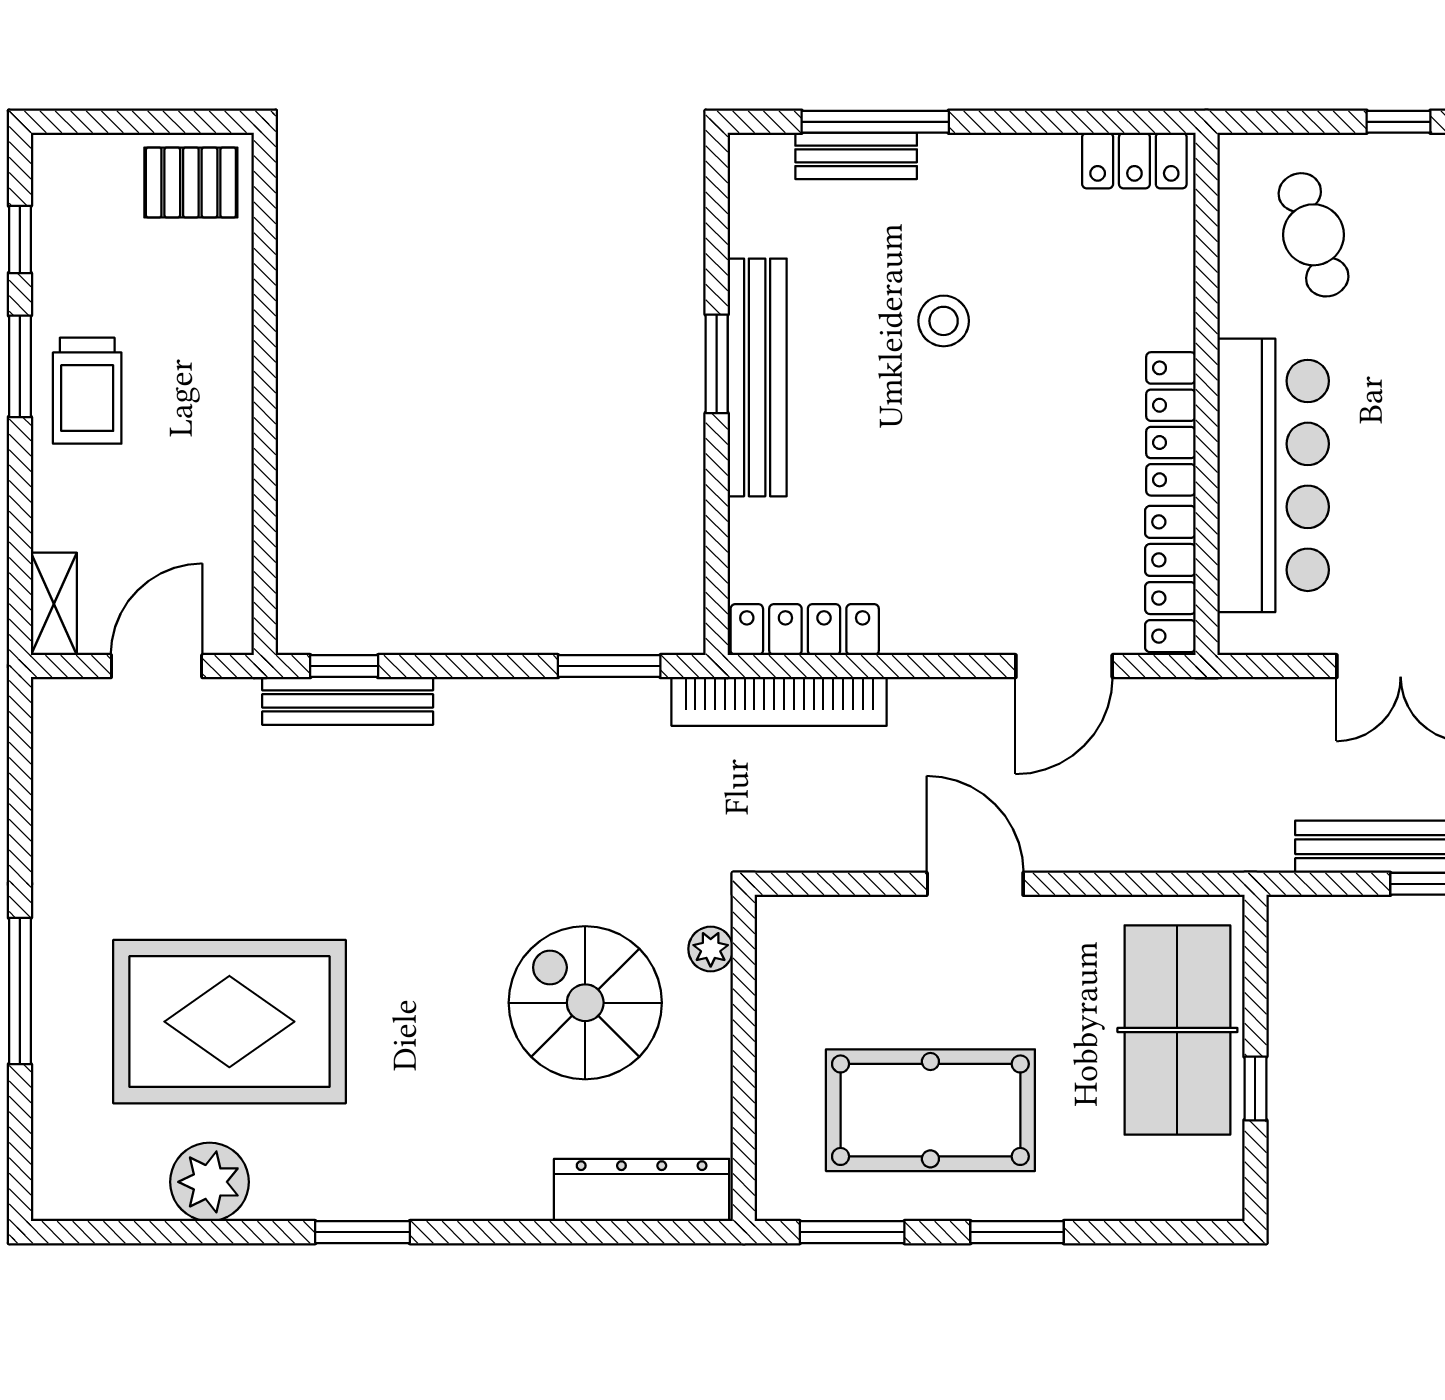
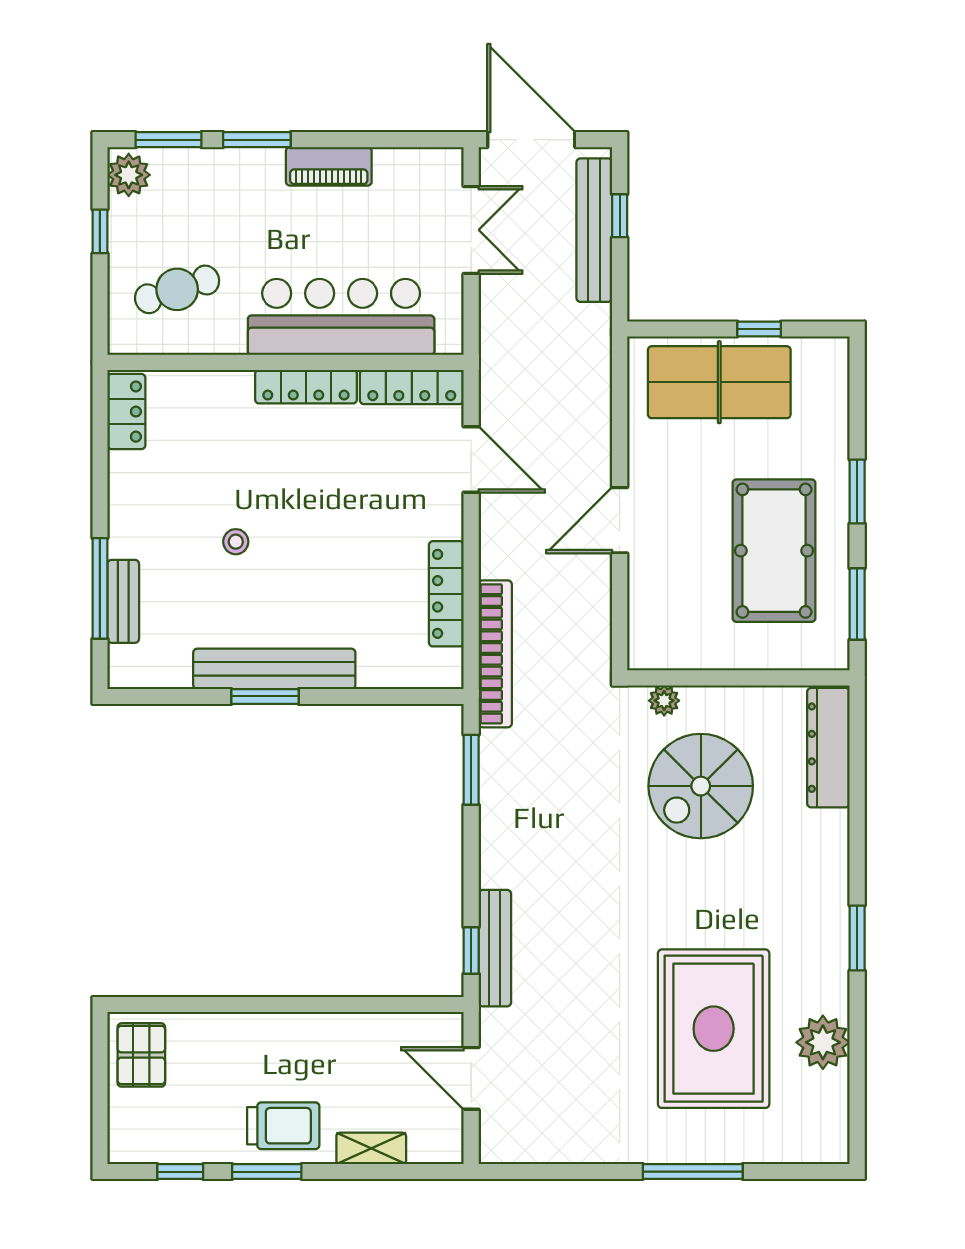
stool: (944, 321) -> (236, 542), width x0.73, depth x0.73
shelving: (54, 604) -> (371, 1148), moved
locker: (805, 630) -> (446, 594), moved

